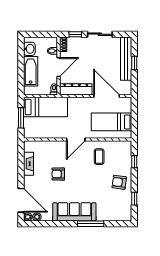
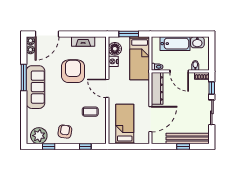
floor lamp: (36, 132) -> (115, 49), added
nightstand: (49, 134) -> (113, 61), added
armchair: (58, 174) -> (73, 71), width x1.88, depth x1.88
plant: (123, 209) -> (39, 136), added
window: (91, 224) -> (24, 77), moved

